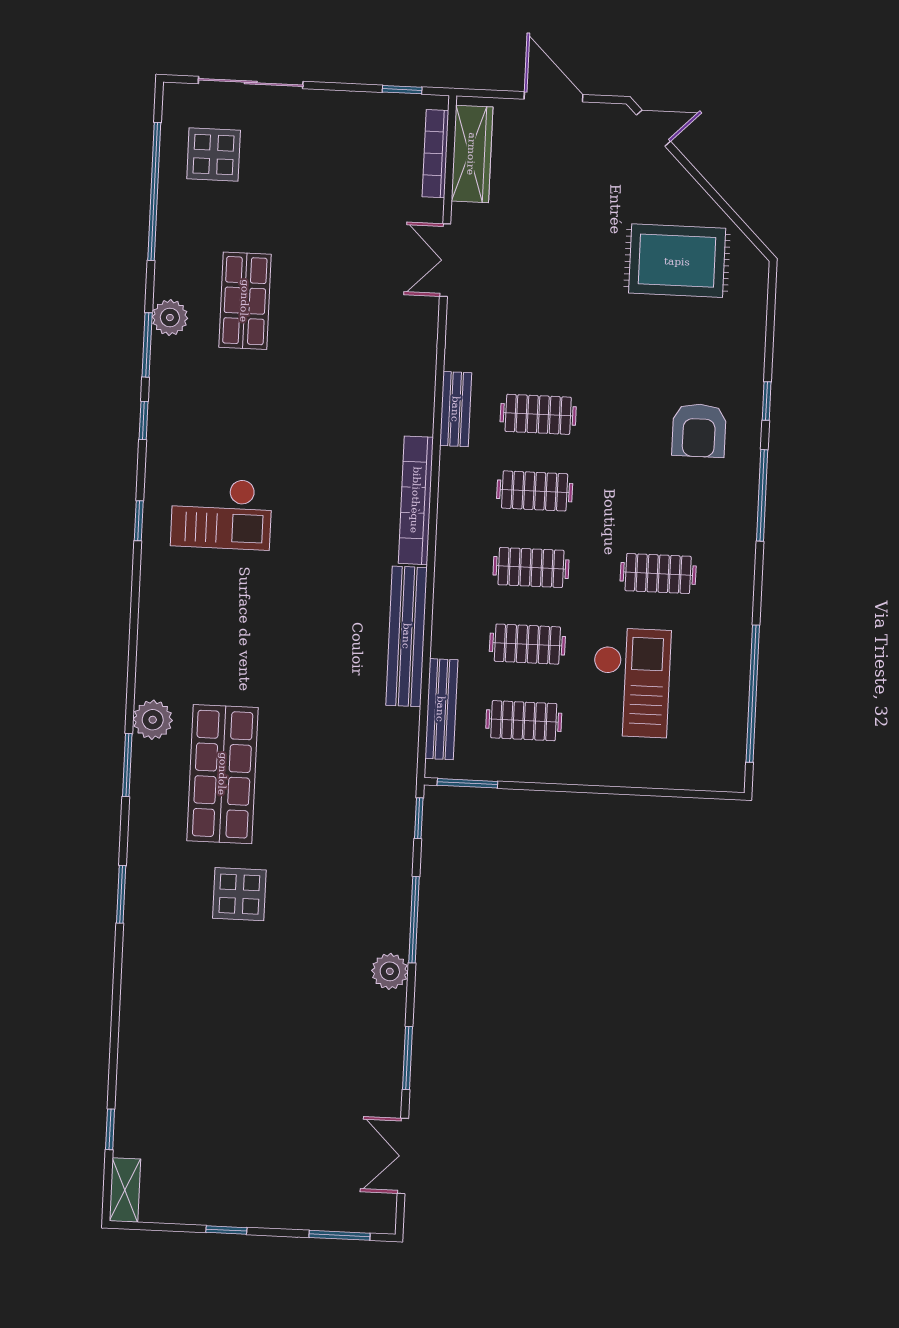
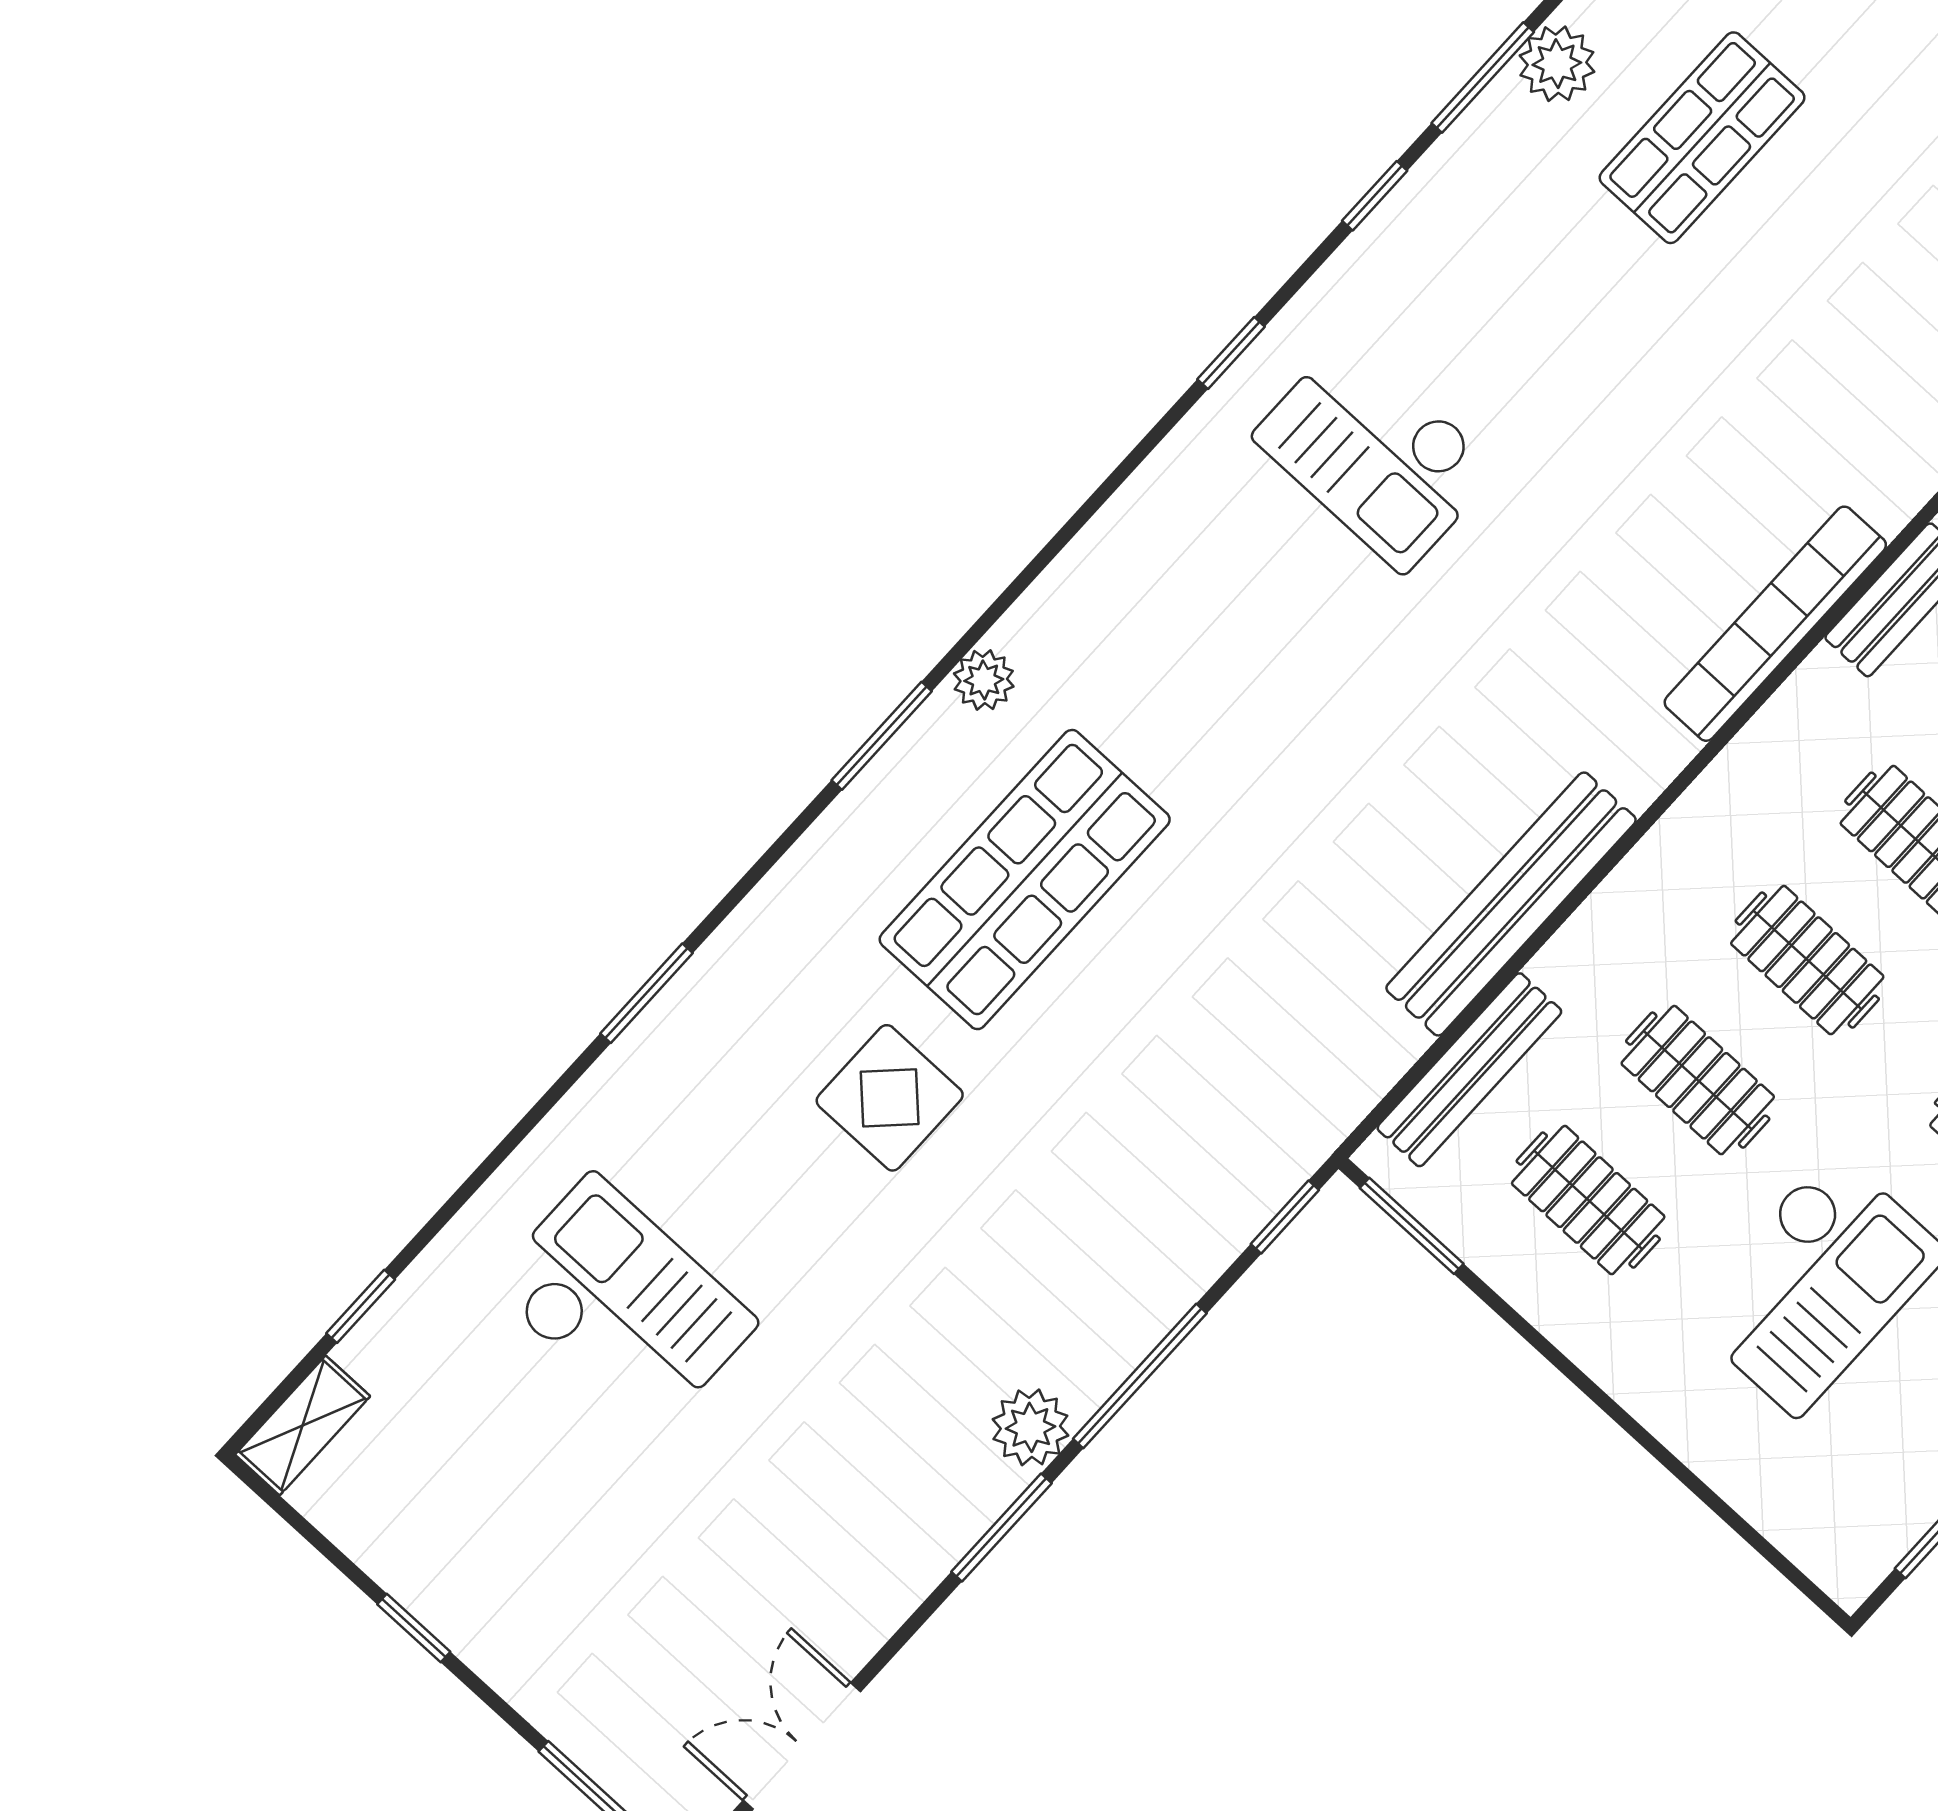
bookcase: (416, 500) -> (1775, 624), moved
plant: (153, 720) -> (984, 680), width x0.73, depth x0.73
window: (121, 894) -> (646, 993), moved
checkout: (205, 1049) -> (623, 1304), added
window: (407, 1058) -> (1001, 1527), moved

